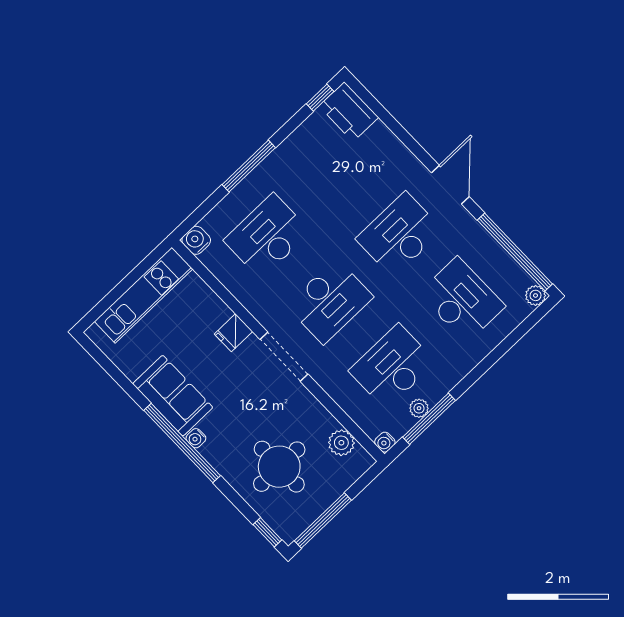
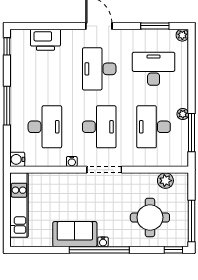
printer: (349, 112) -> (45, 40), moved
desk: (267, 236) -> (45, 127), turned 180
window: (515, 252) -> (155, 26), width x0.47
fridge: (233, 333) -> (73, 182), removed
plant: (419, 408) -> (183, 114), moved
water cooler: (385, 442) -> (72, 161), moved

